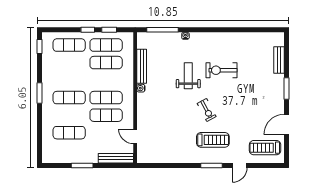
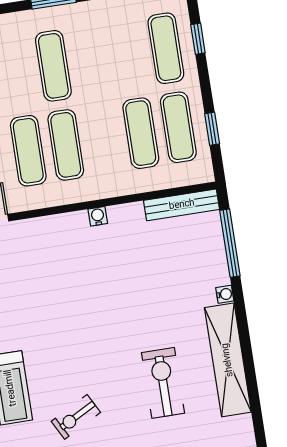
window: (88, 30) -> (198, 39), moved
shelving: (216, 39) -> (228, 360), added
bench: (142, 66) -> (182, 205), moved
weight bench: (188, 76) -> (140, 314), removed
exercise bike: (207, 110) -> (76, 417), moved

